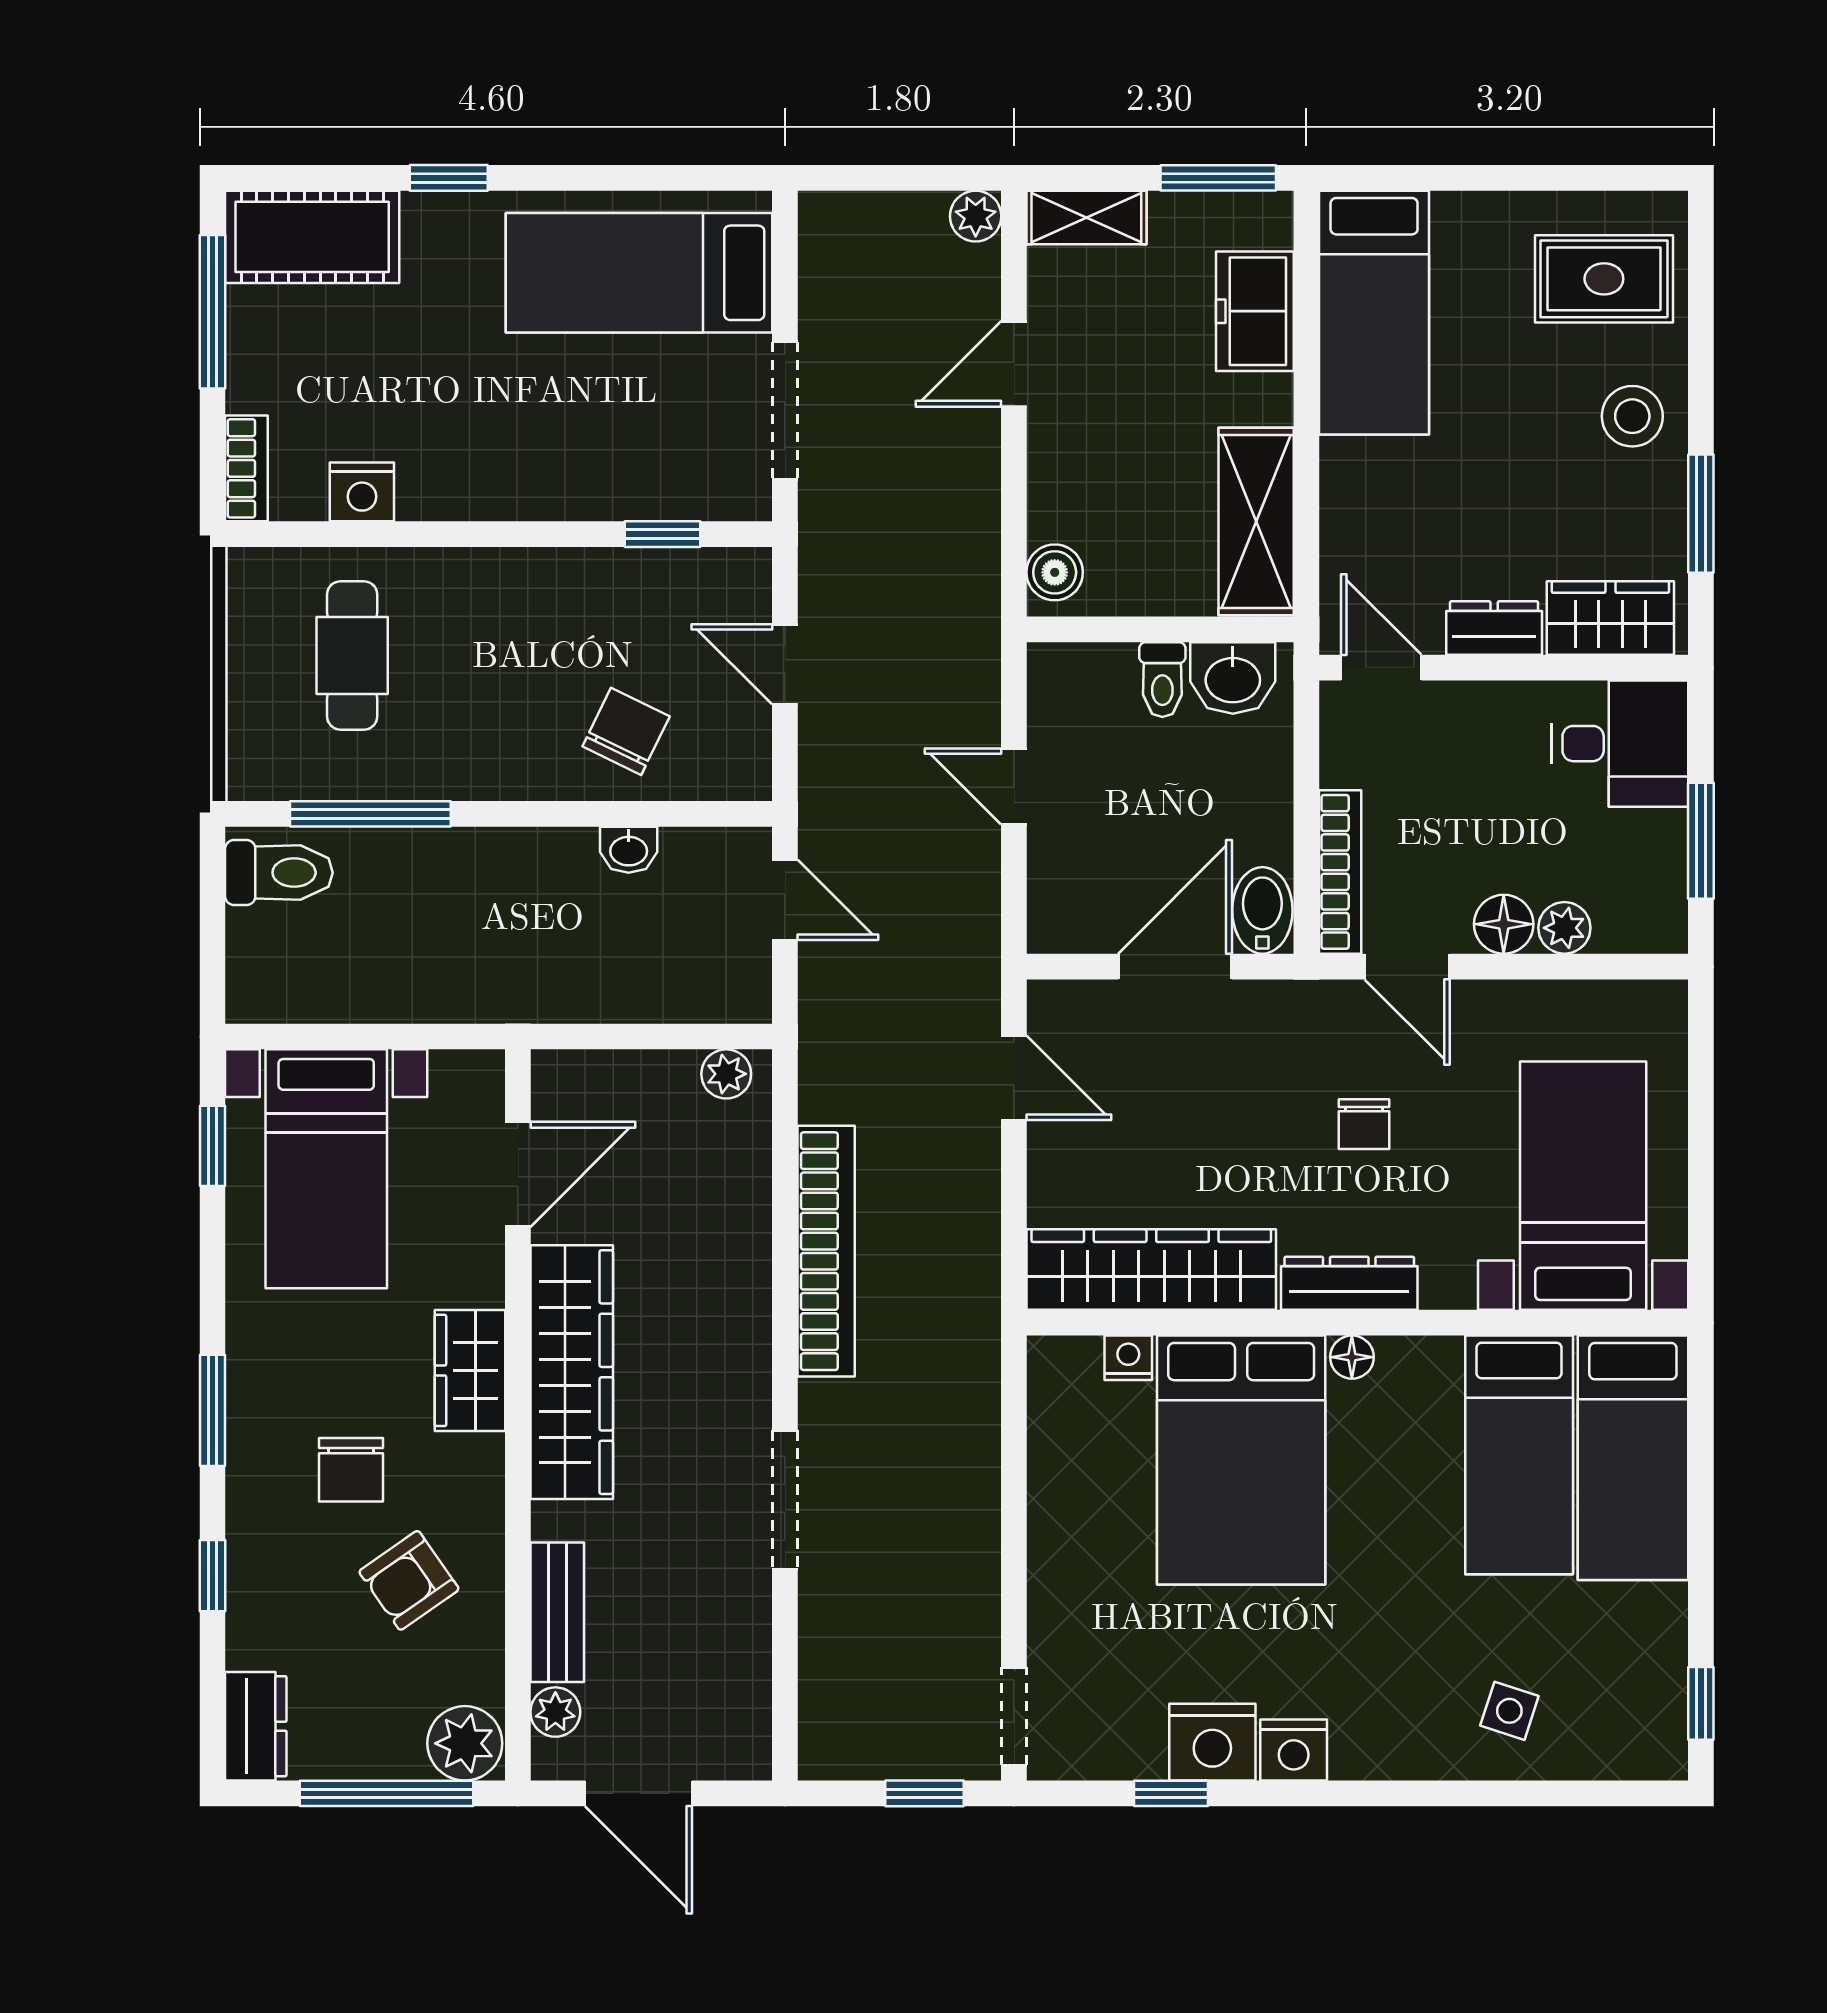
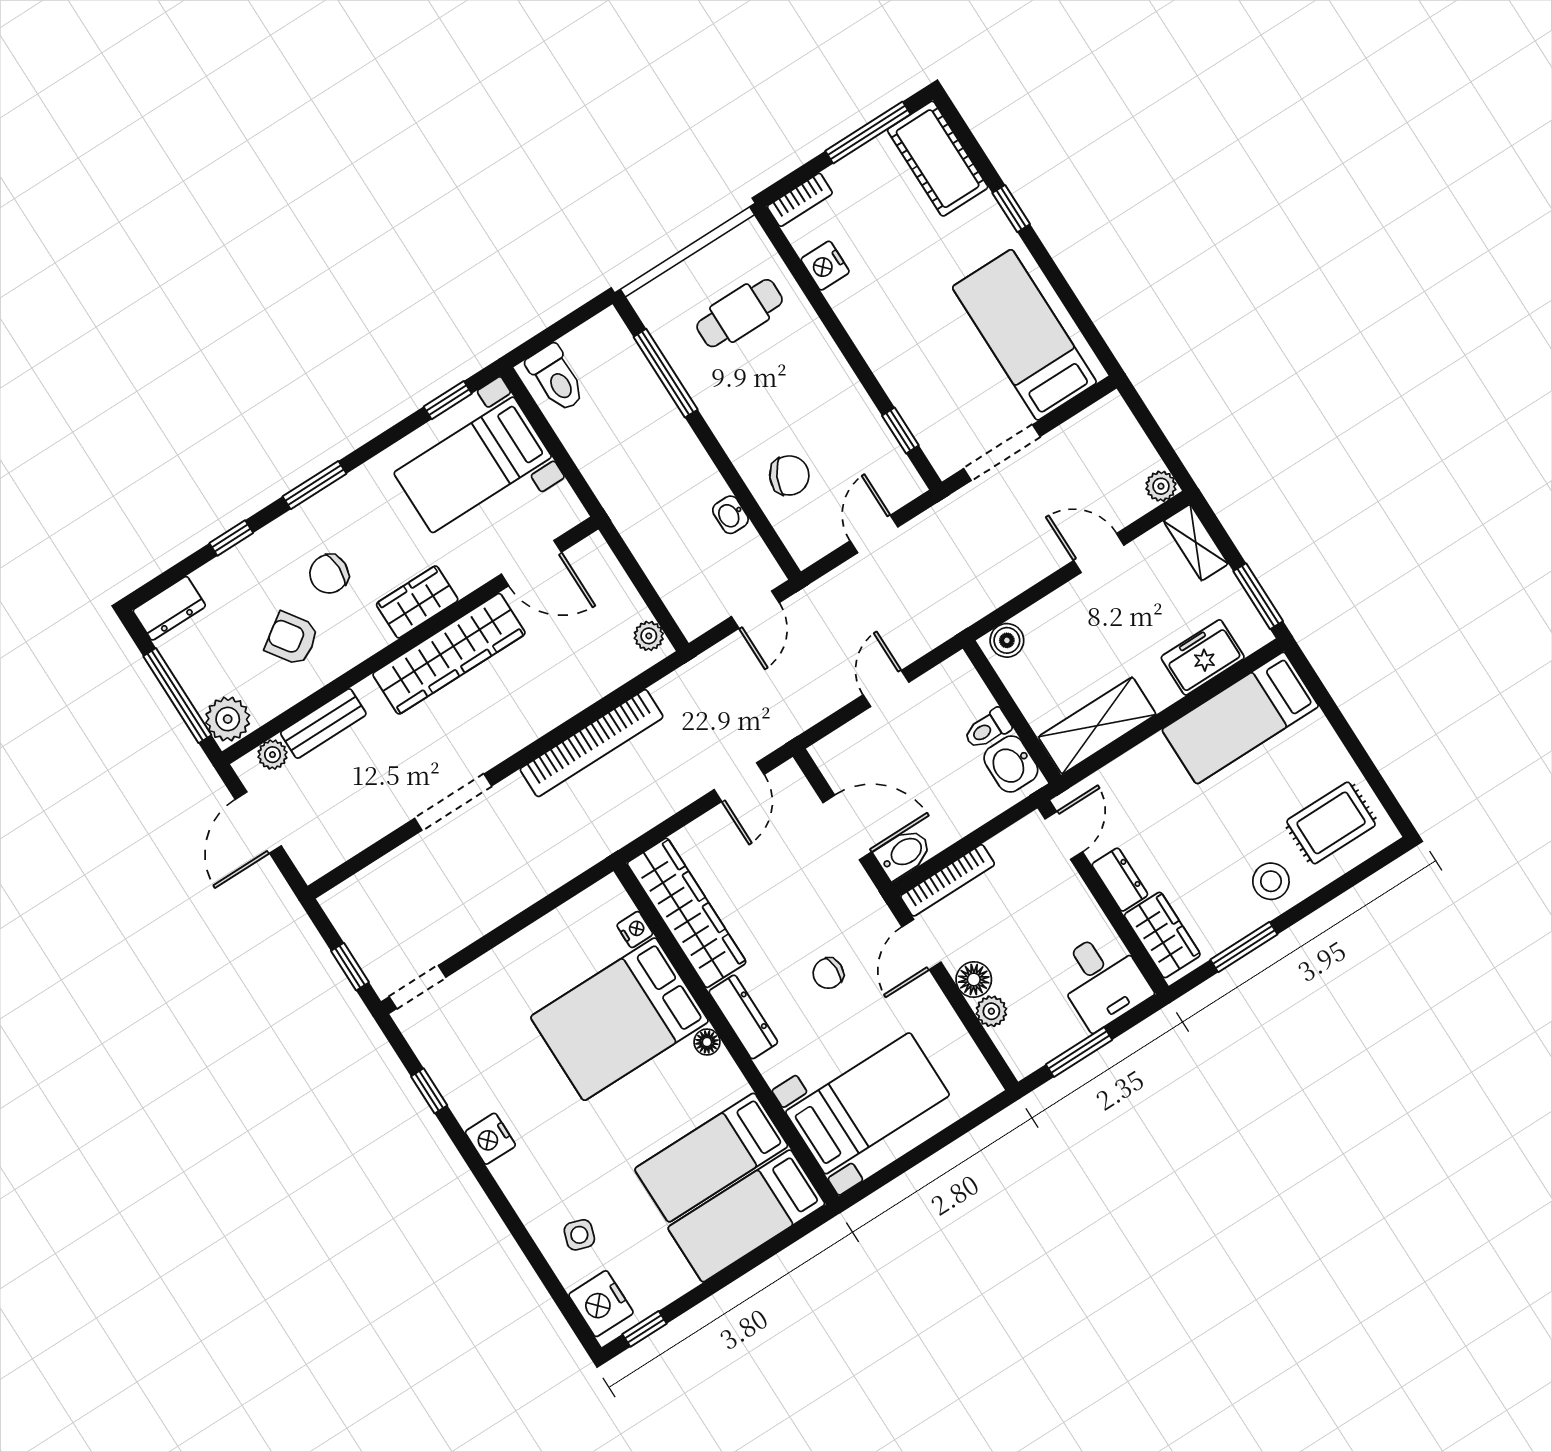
rug: (1604, 279) -> (1331, 823), turned 90
toilet: (279, 873) -> (556, 378), moved
nightstand: (1212, 1742) -> (601, 1304), moved

